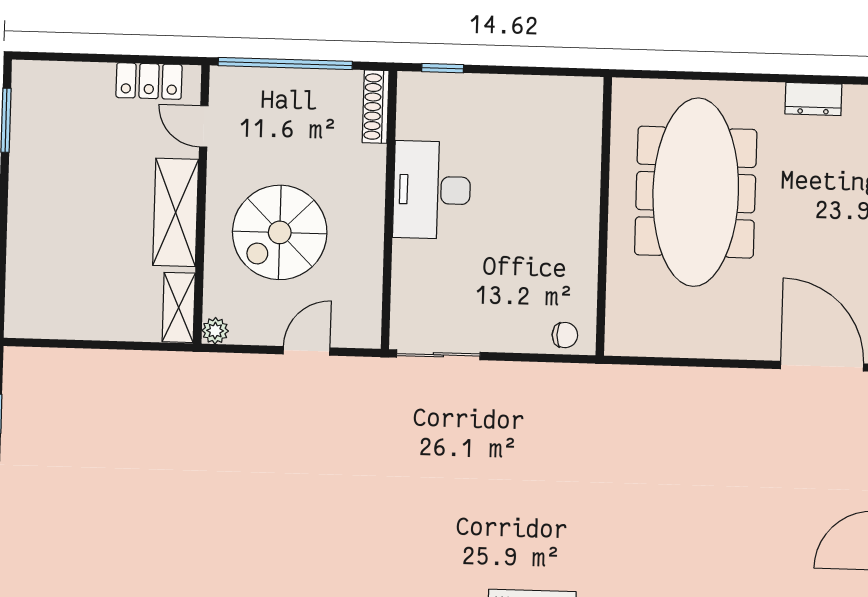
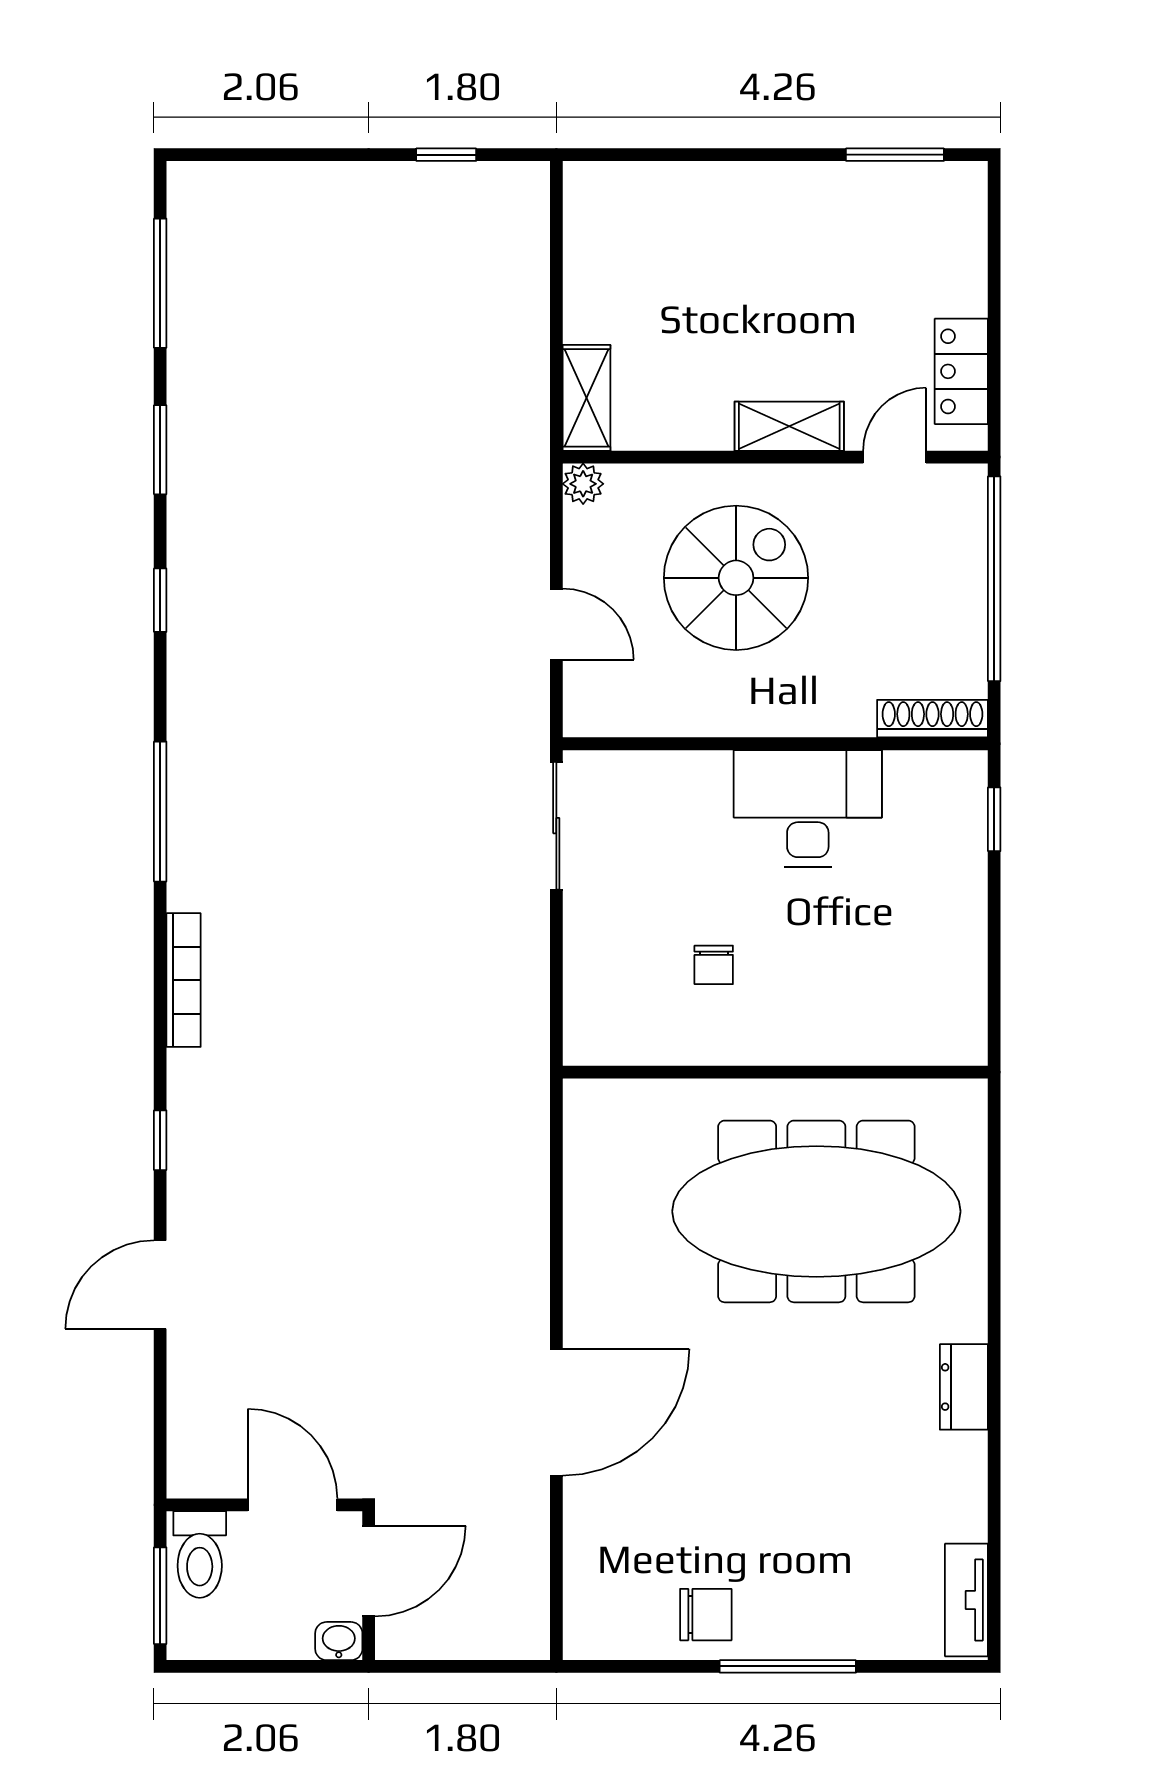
shelving: (176, 212) -> (789, 426), width x0.67, depth x0.75
spiral stairs: (280, 232) -> (736, 578), turned 90
shelving: (179, 307) -> (586, 398), moved, turned 90
chair: (565, 335) -> (714, 965), moved

